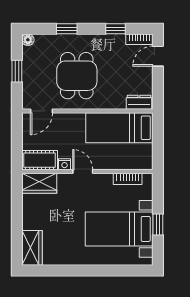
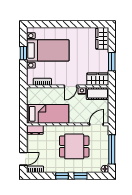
window: (116, 29) -> (62, 176), moved
window: (17, 71) -> (112, 149), width x2.17
dining table: (77, 76) -> (74, 146), turned 90
door: (83, 171) -> (70, 86), hinge flipped
window: (17, 211) -> (112, 62), added

